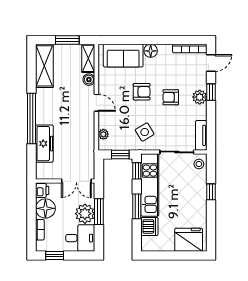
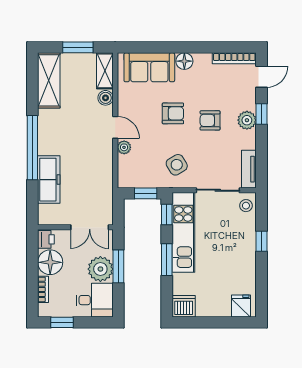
plant: (103, 134) -> (124, 147), moved
dishwasher: (149, 226) -> (184, 306), moved, turned -90
fridge: (189, 240) -> (241, 306), width x0.53, depth x0.75

